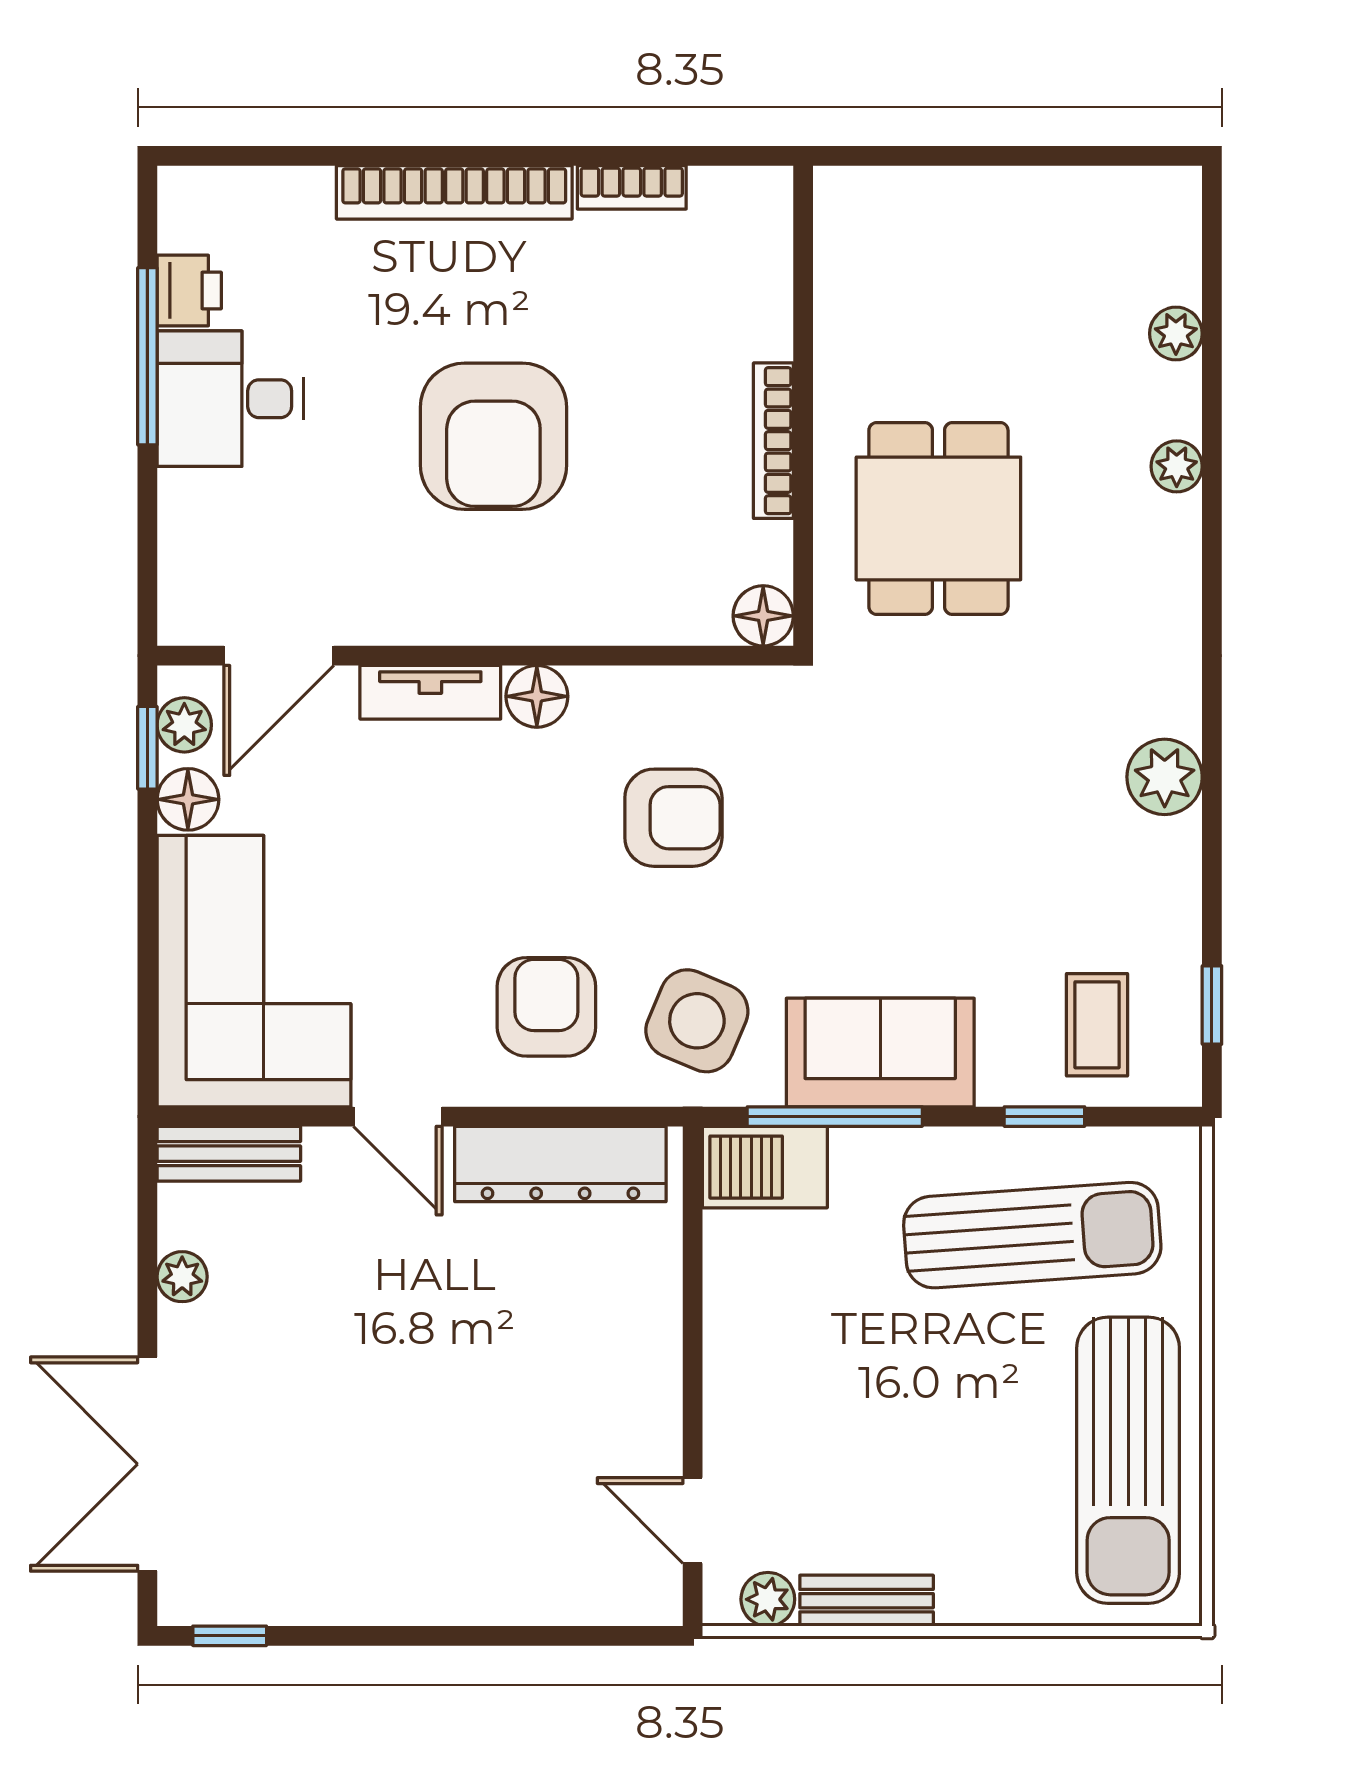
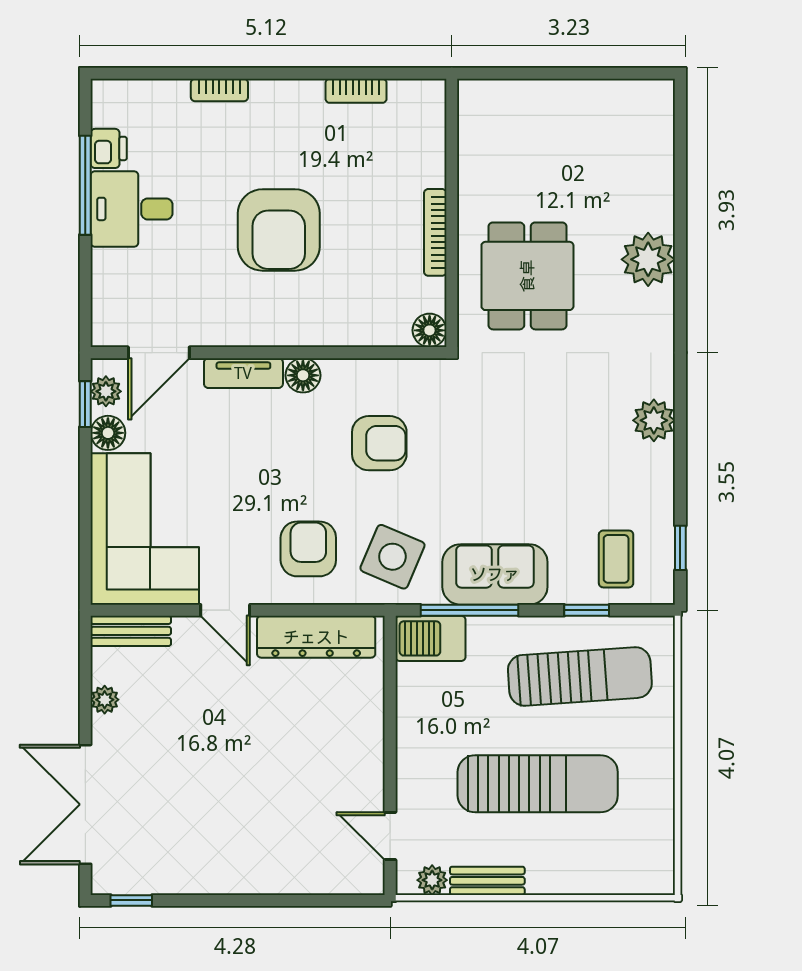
bookcase: (454, 192) -> (219, 90), width x0.43, depth x0.76
plant: (1176, 334) -> (660, 173), removed
plant: (1177, 466) -> (648, 259), width x1.88, depth x1.88
sun lounger: (1128, 1460) -> (538, 784), moved, turned -90

